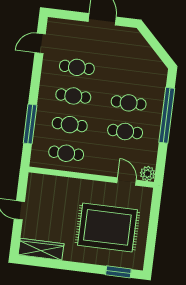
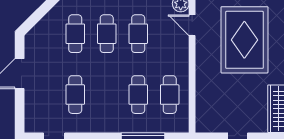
cafe table: (73, 96) -> (75, 34), moved
door: (127, 181) -> (192, 25), hinge flipped

